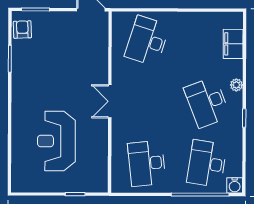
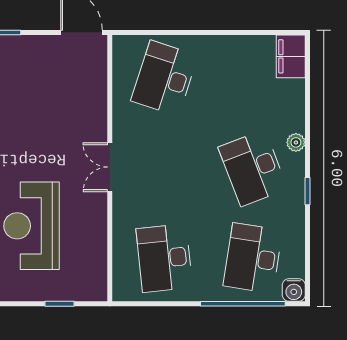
filing cabinet: (233, 44) -> (291, 56), moved

